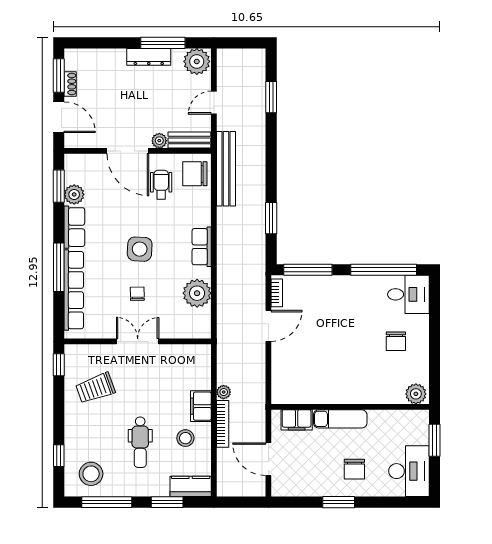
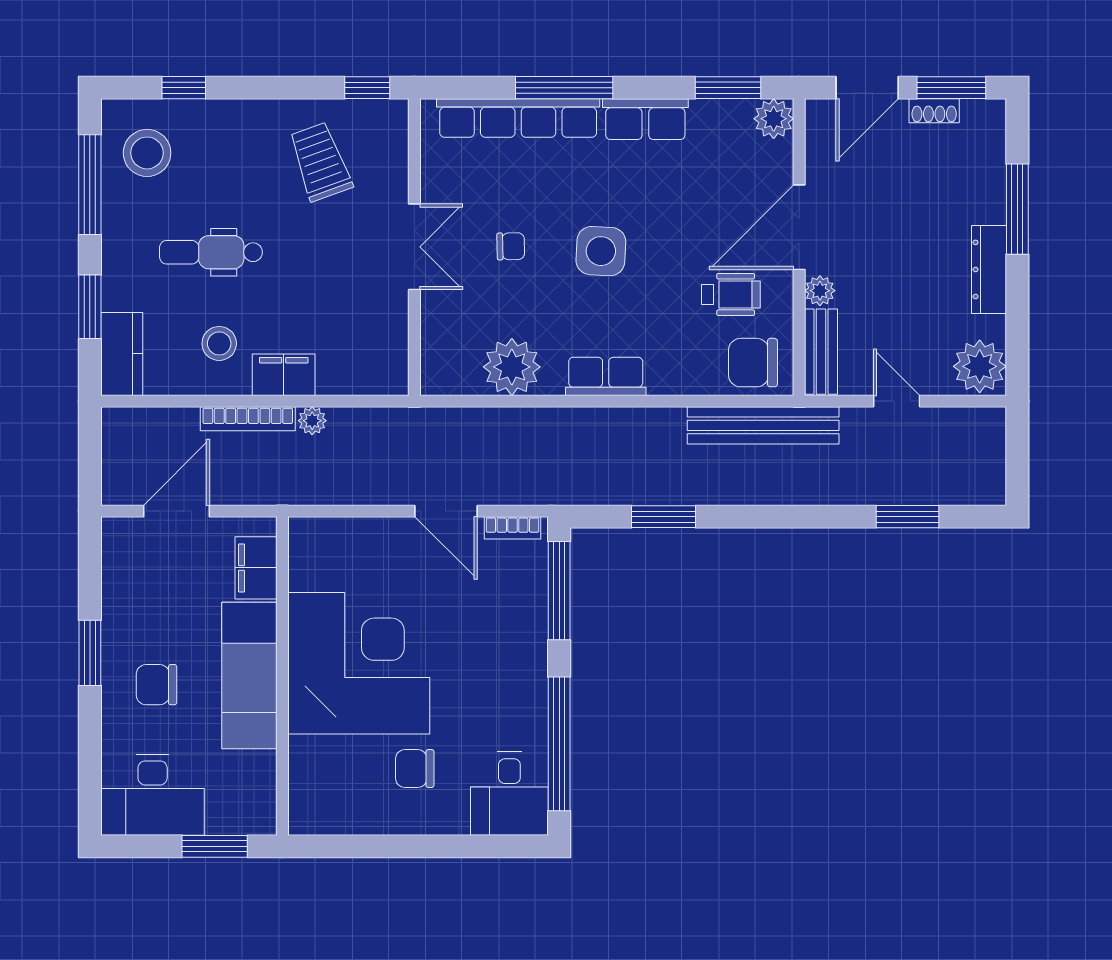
window: (163, 43) -> (1017, 209), moved
chair: (195, 174) -> (753, 363), turned -90
plant: (74, 194) -> (774, 119), moved
corner desk: (344, 369) -> (359, 663), added
plant: (416, 394) -> (309, 809), removed
exam couch: (340, 419) -> (249, 676), width x1.36, depth x1.45

